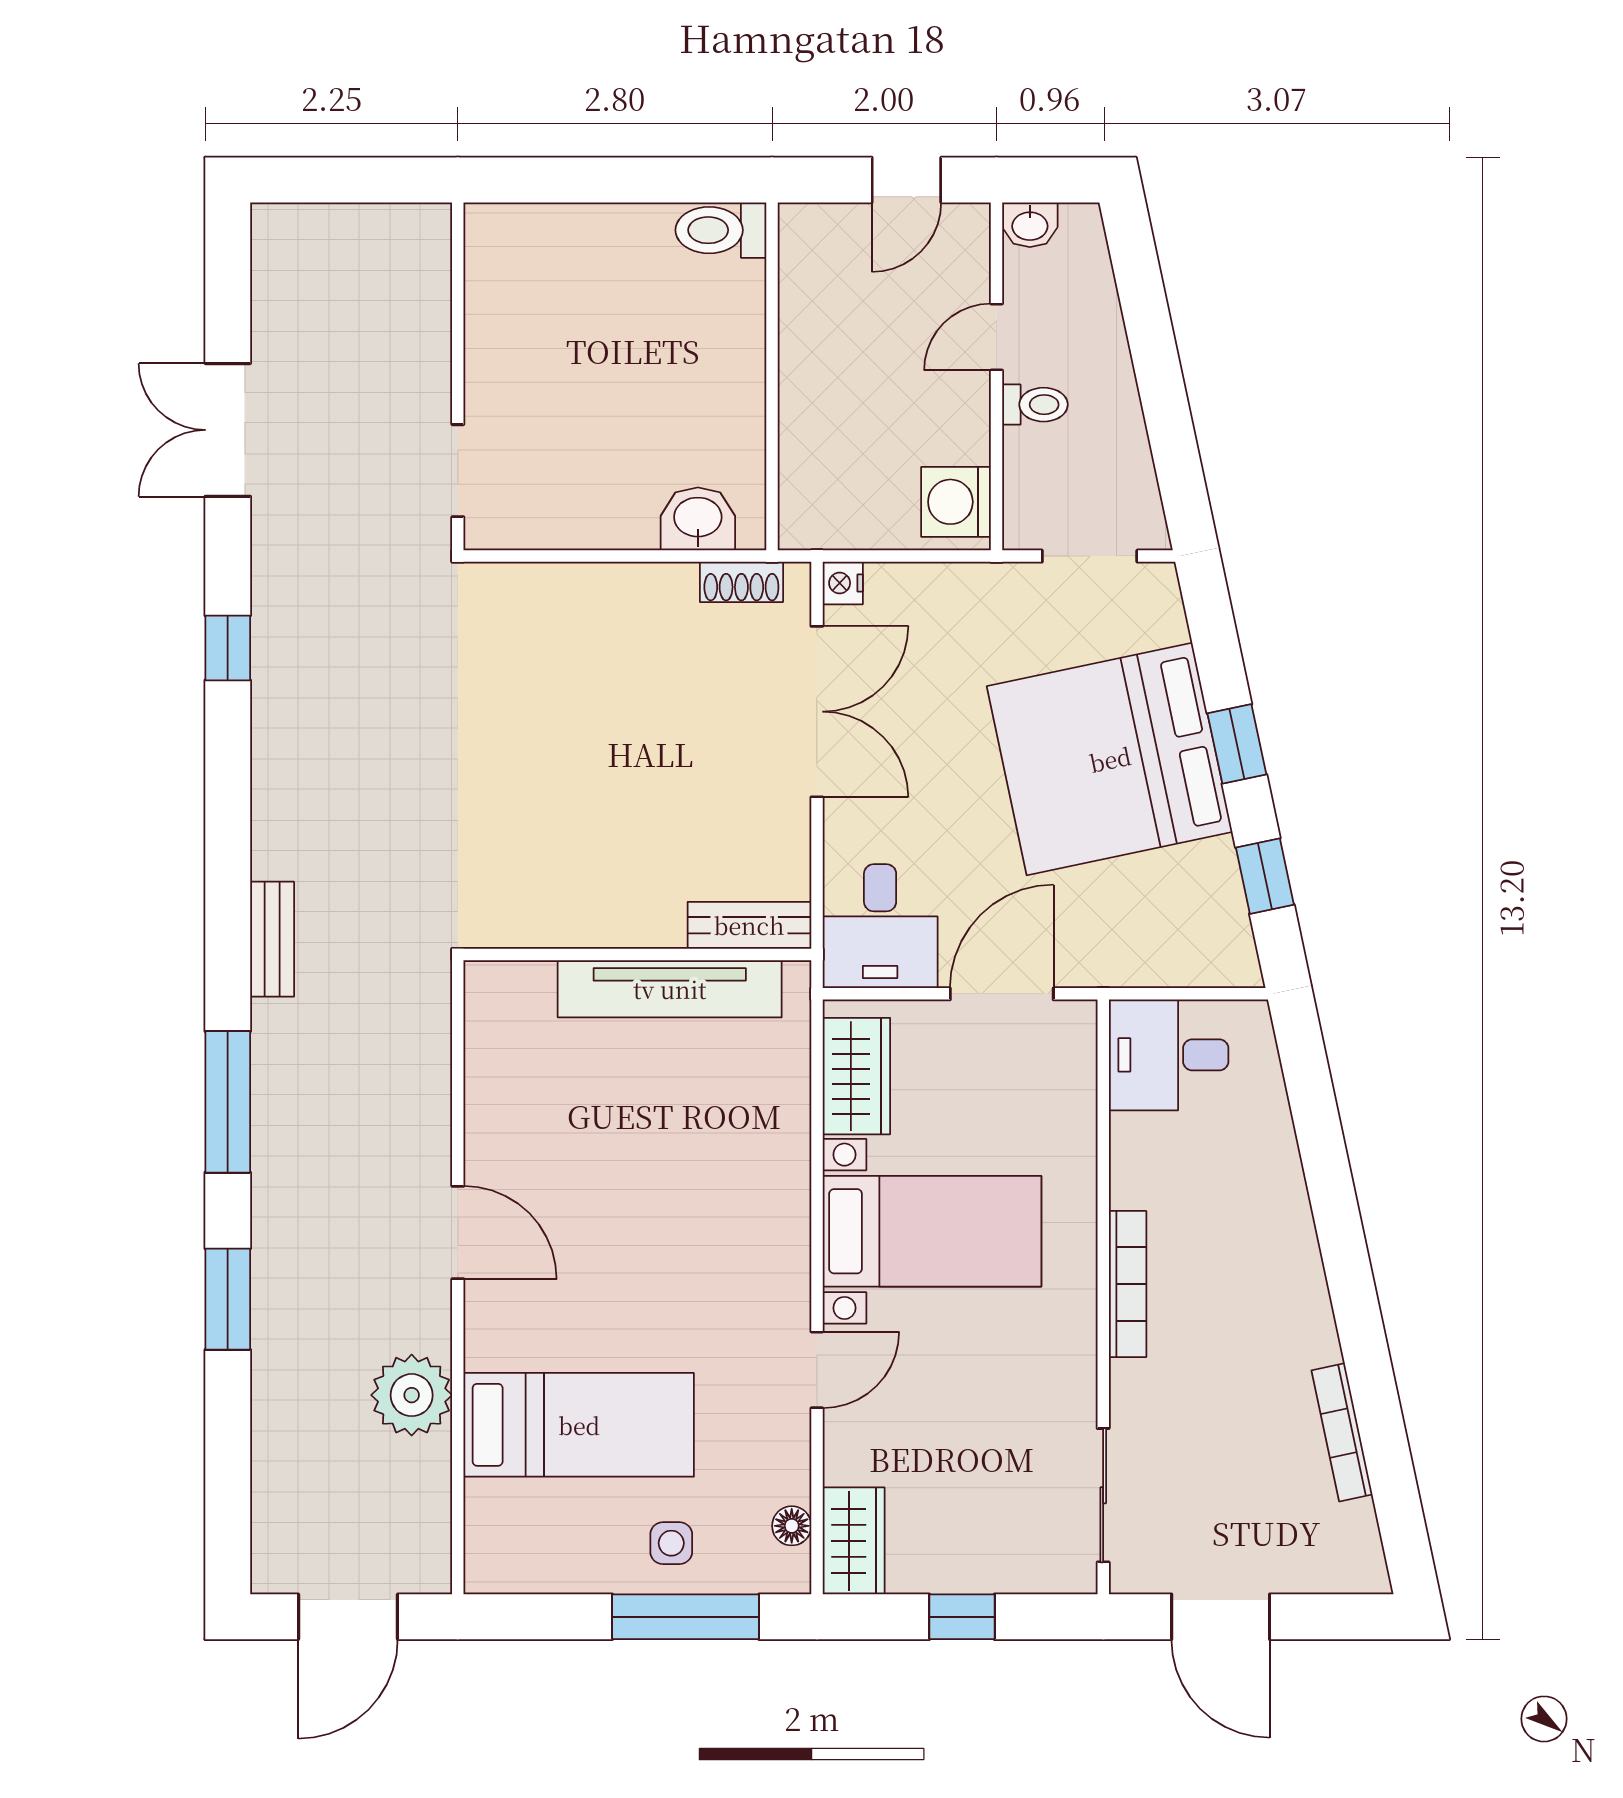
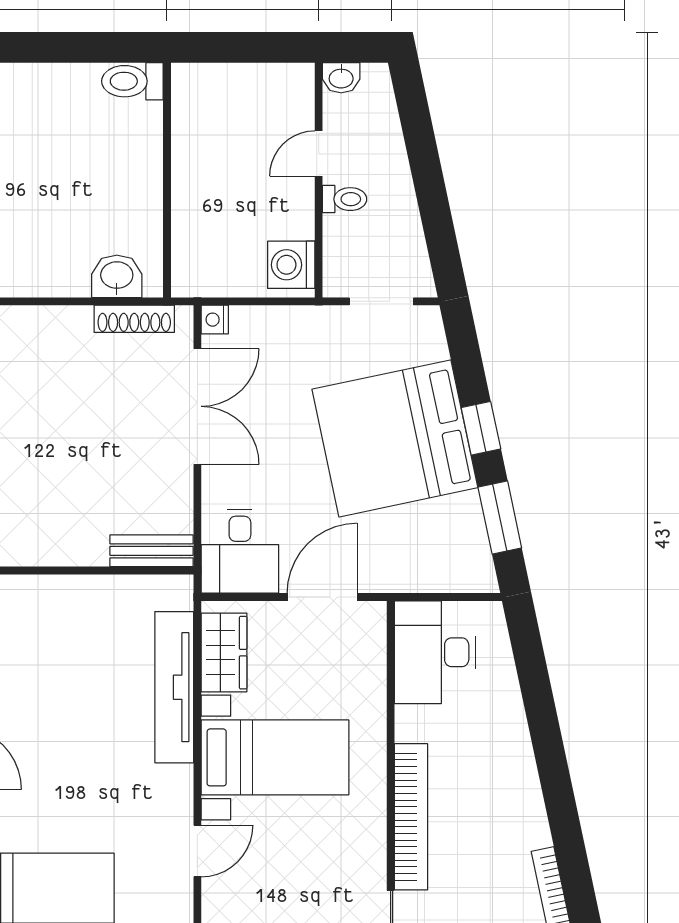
door: (906, 180) -> (258, 47), removed
shoe rack: (741, 582) -> (134, 319), width x1.43
window: (1265, 876) -> (500, 518), width x1.50
tv unit: (670, 989) -> (174, 687), moved, turned 90
desk: (1169, 1055) -> (435, 652), width x1.37
bookcase: (1128, 1284) -> (411, 817), width x1.48, depth x1.31

